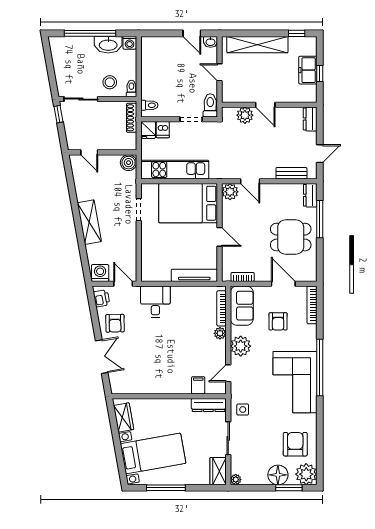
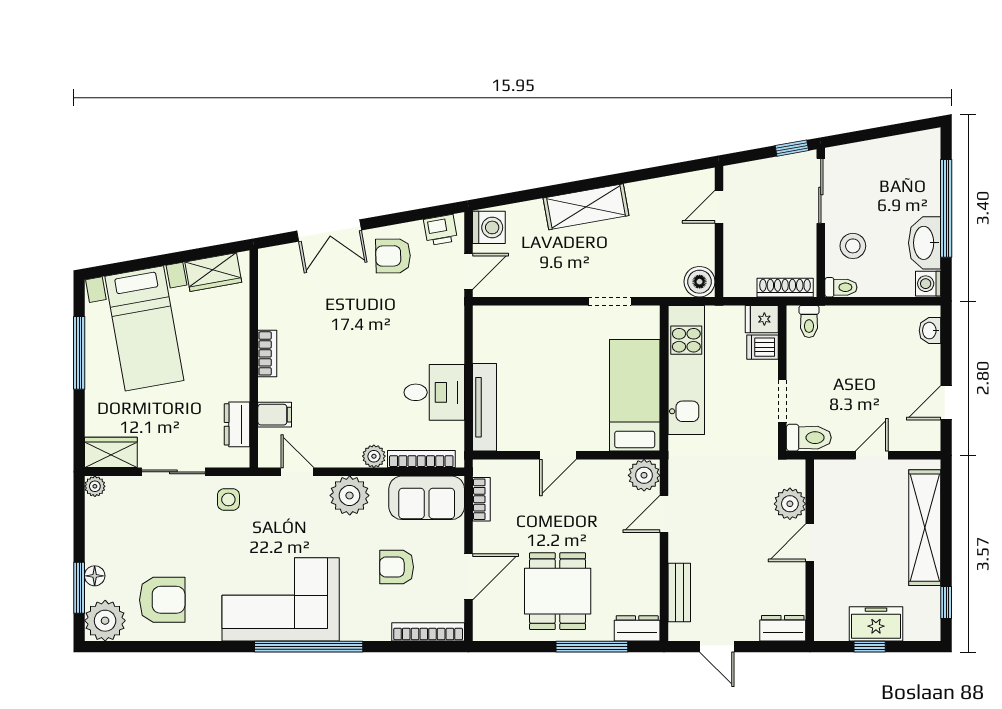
washbasin: (210, 42) -> (930, 331), moved
bed: (188, 203) -> (635, 395), width x0.67
desk: (155, 302) -> (434, 392), moved
bookcase: (166, 389) -> (267, 353), added
dresser: (208, 405) -> (237, 424), width x0.70
floor lamp: (278, 475) -> (95, 576), width x0.53, depth x0.53

